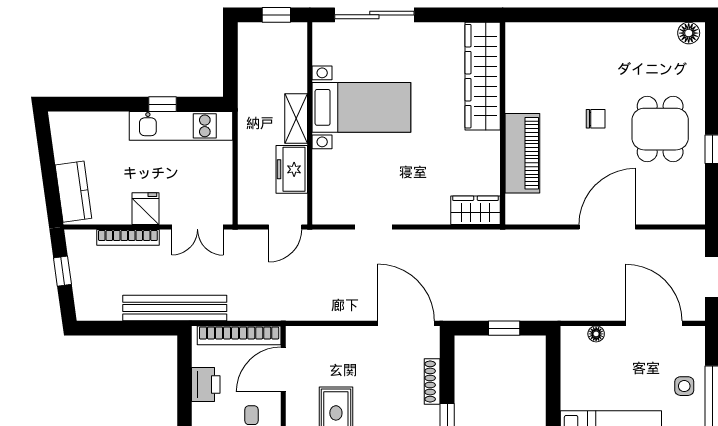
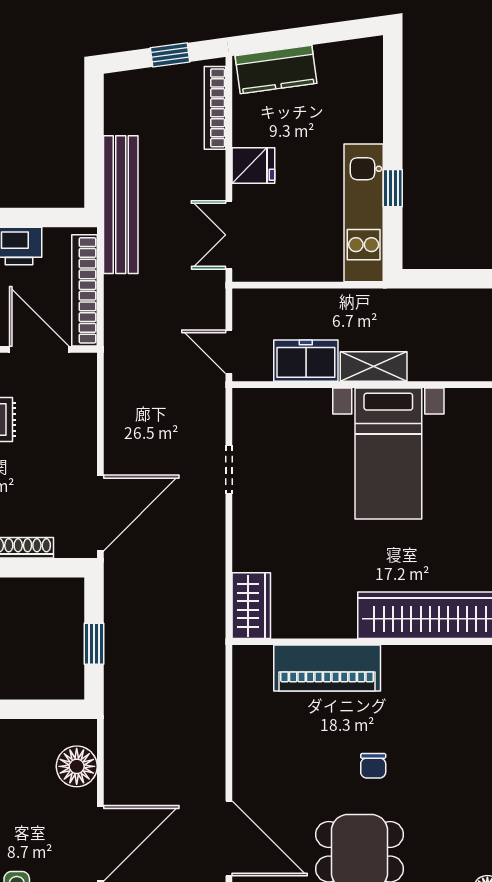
door: (607, 227) -> (229, 838), moved
bookcase: (128, 237) -> (215, 108), moved
floor lamp: (596, 334) -> (77, 766), width x1.89, depth x1.89

